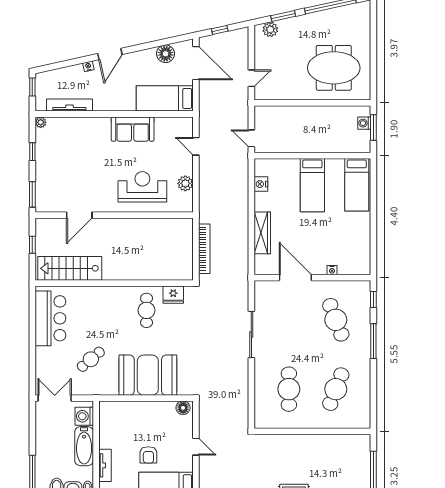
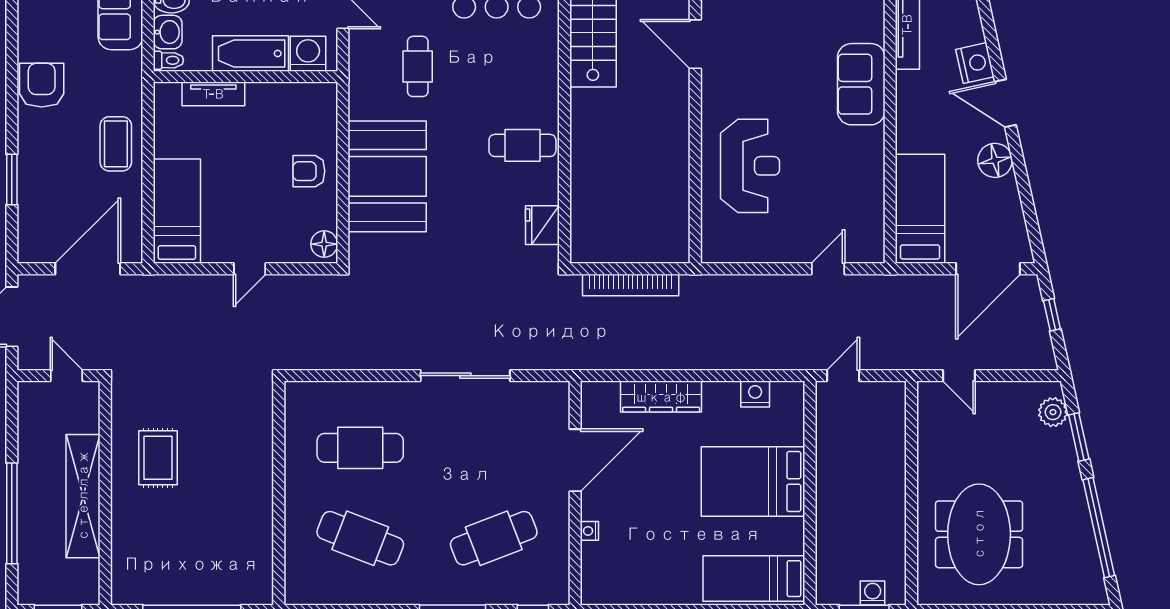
floor lamp: (166, 54) -> (995, 160), moved
nightstand: (88, 66) -> (975, 63), width x1.89, depth x1.79
sofa: (133, 129) -> (861, 84), moved
plant: (185, 183) -> (756, 248), removed
bed: (312, 185) -> (753, 482), width x1.50
cafe table: (147, 310) -> (522, 145), moved
cafe table: (91, 359) -> (418, 66), turned 40
armchair: (148, 455) -> (309, 171), moved

